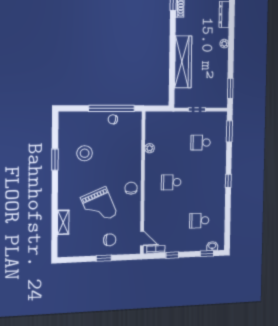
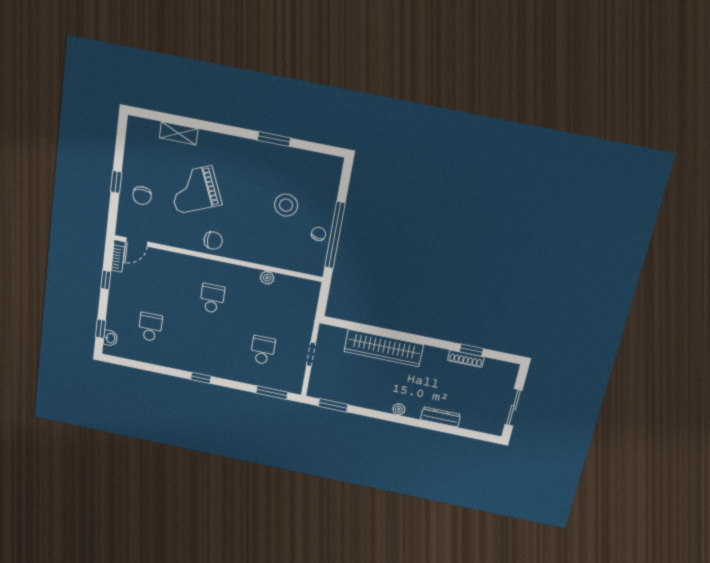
stool: (85, 153) -> (286, 205), moved

